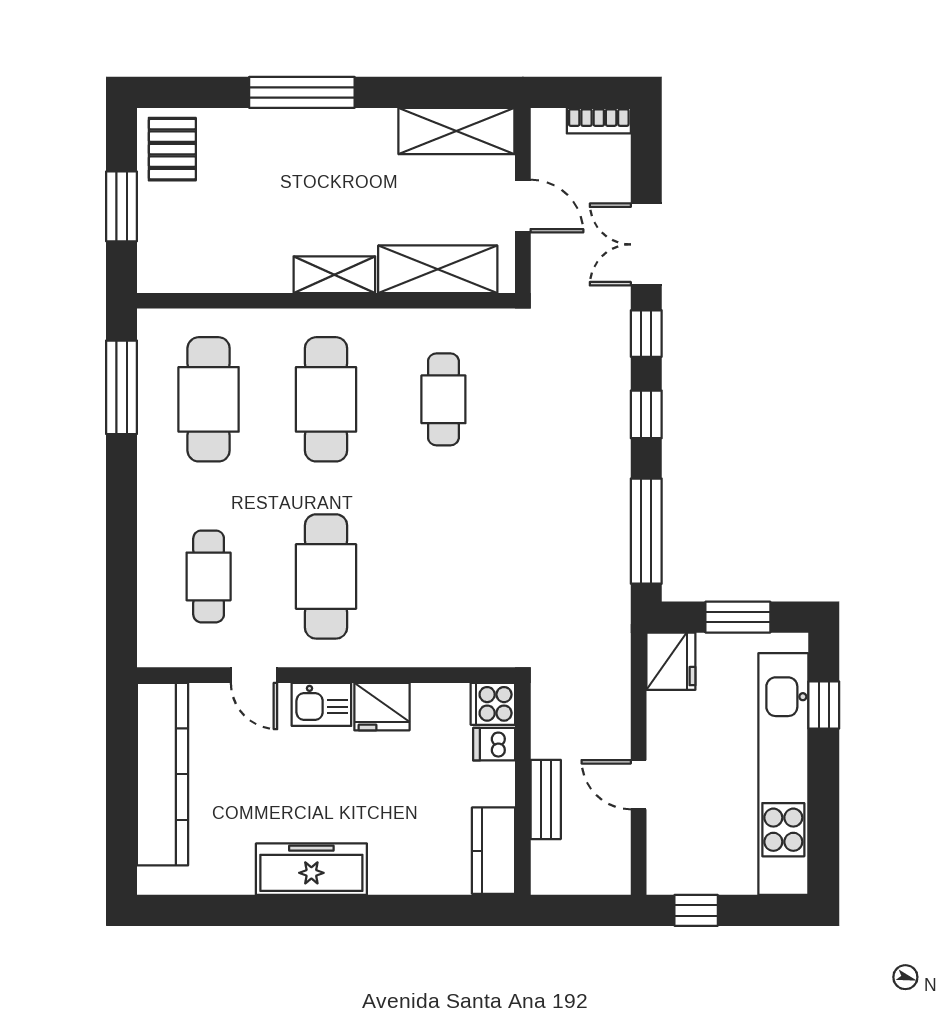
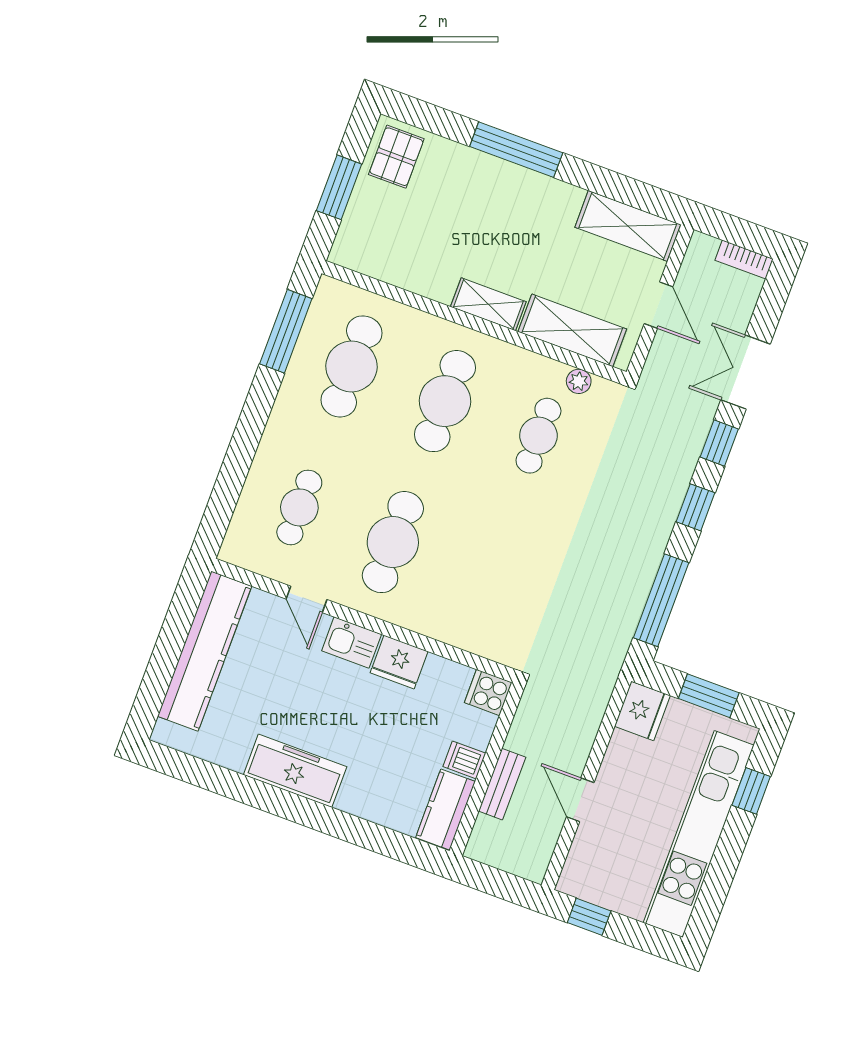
plant: (466, 323) -> (579, 381), added
dishwasher: (494, 744) -> (464, 760), moved

